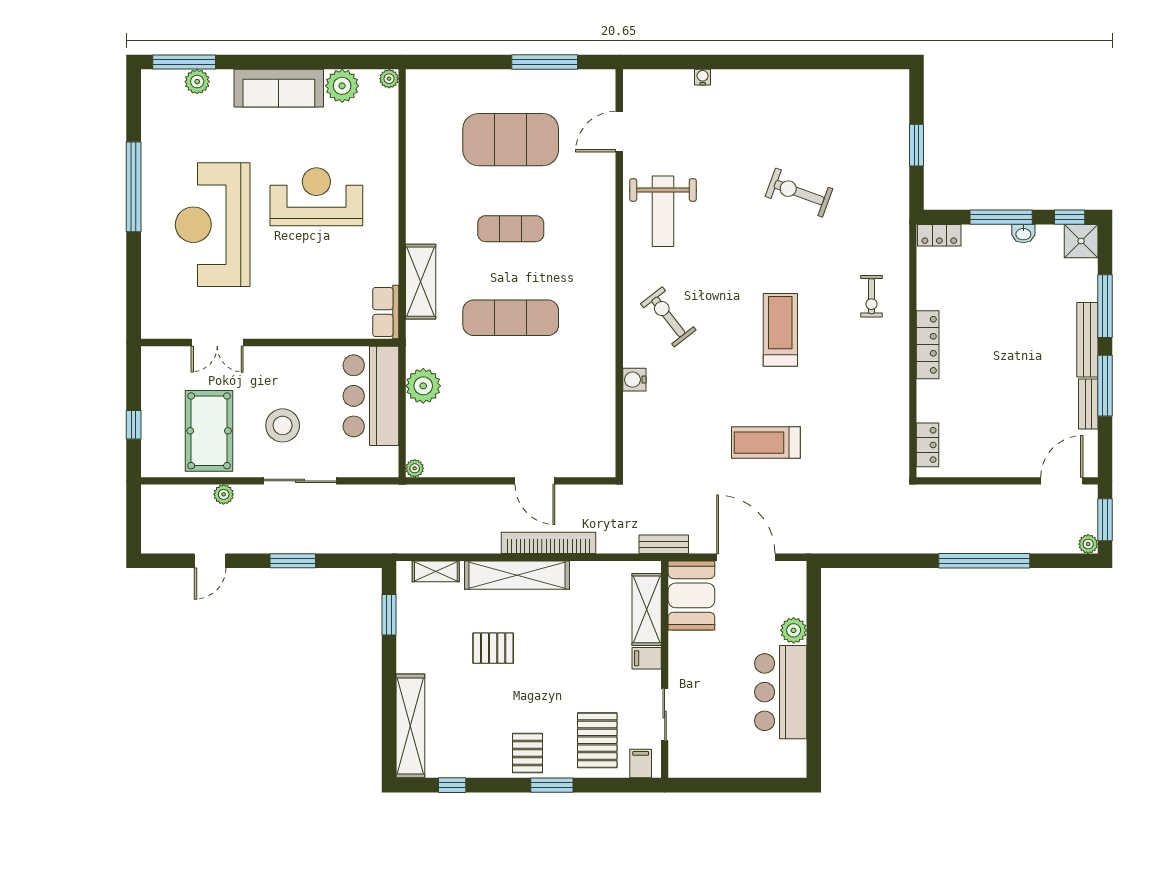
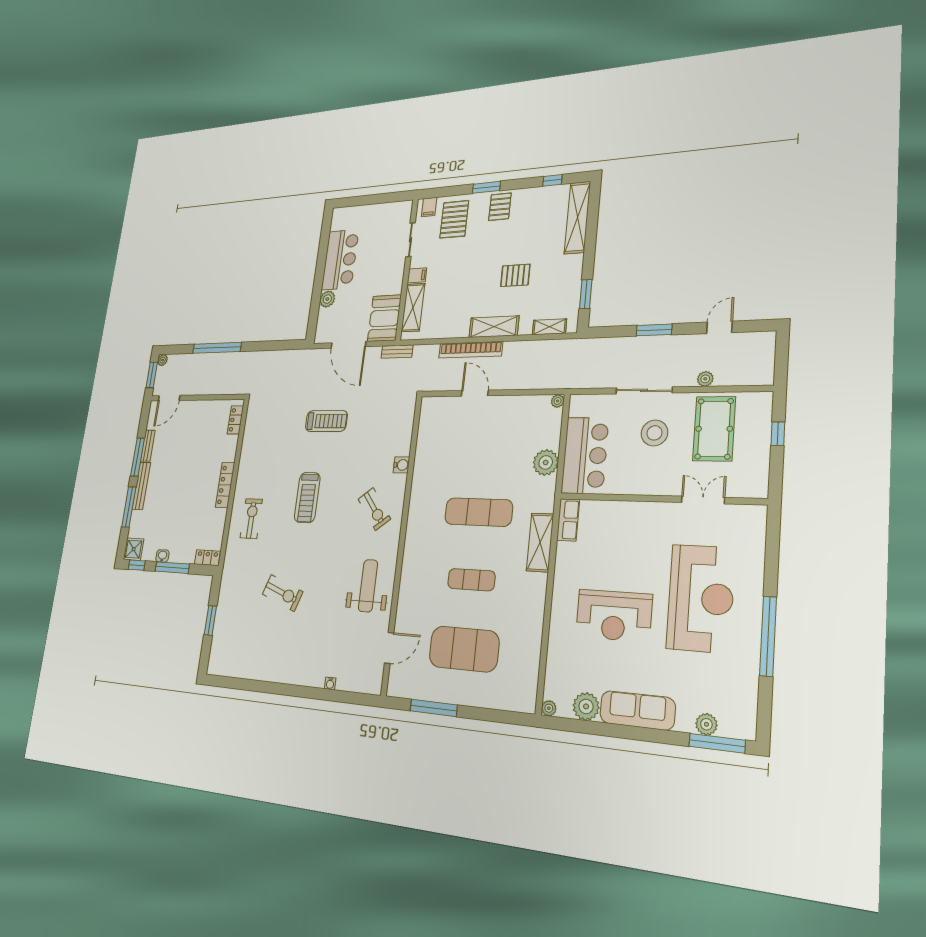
exercise bike: (871, 296) -> (251, 519), width x1.38, depth x1.39
shelving: (517, 575) -> (494, 327), width x0.68

